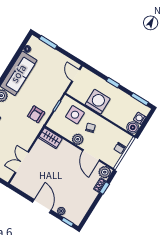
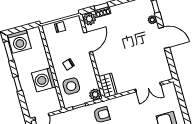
washing machine: (140, 118) -> (19, 42), width x1.89, depth x1.89
boiler: (133, 127) -> (35, 34), removed
plant: (78, 139) -> (95, 94), moved
door: (42, 206) -> (164, 38), swing flipped

